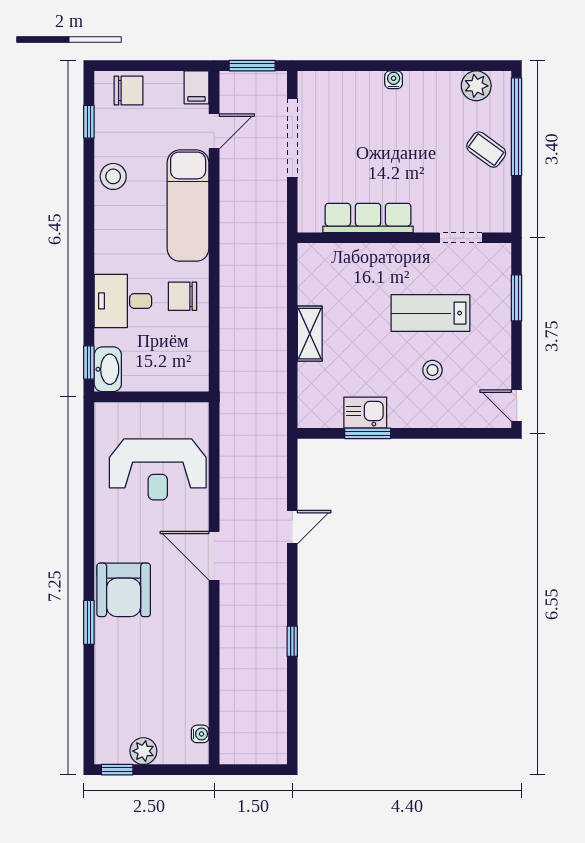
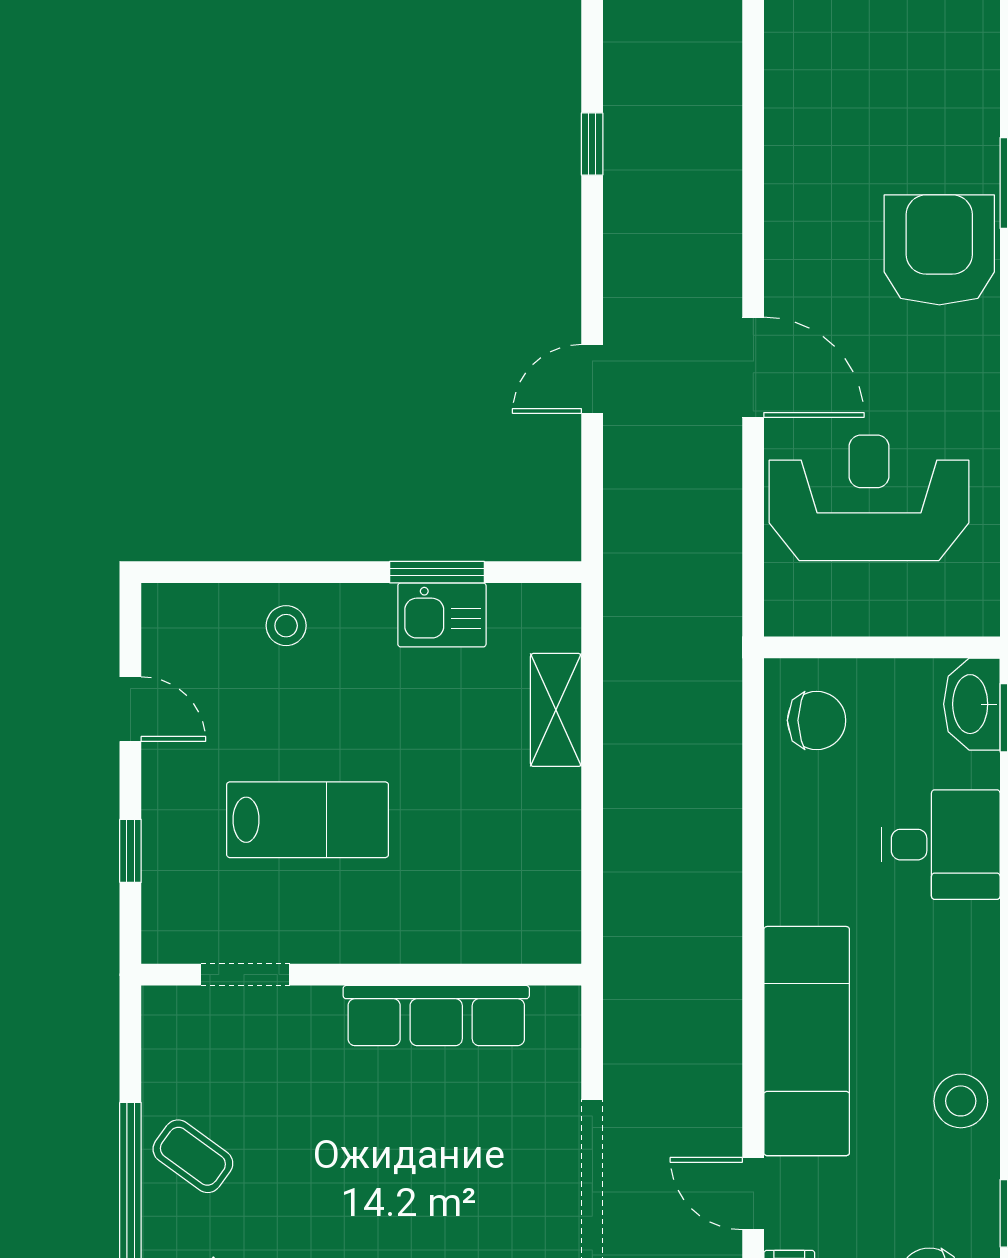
door: (214, 131) -> (753, 1194), hinge flipped
chair: (183, 296) -> (817, 720), moved
window: (517, 298) -> (130, 851), width x0.67
shelving: (310, 334) -> (556, 710), moved
stool: (432, 370) -> (286, 626), moved
door: (517, 406) -> (130, 709), moved
door: (214, 556) -> (753, 367), moved

